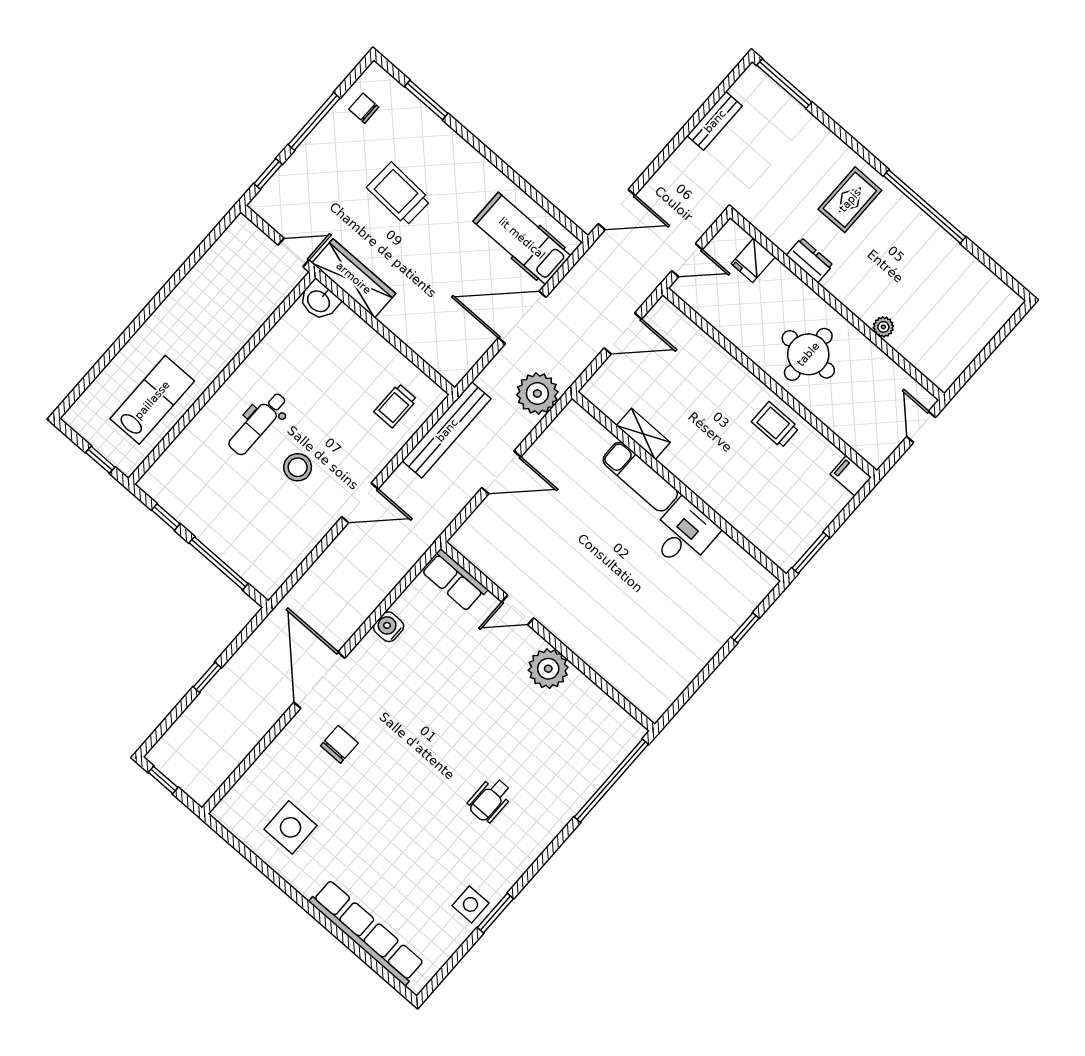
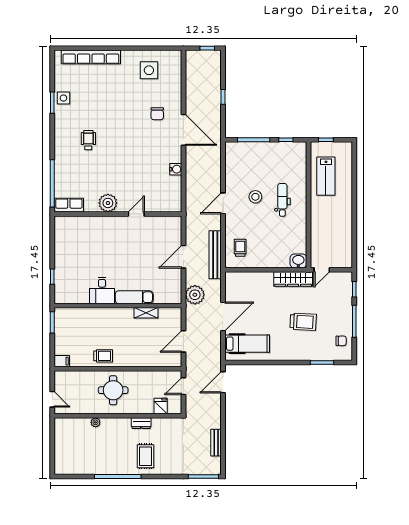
row of seats: (454, 580) -> (69, 205), moved

